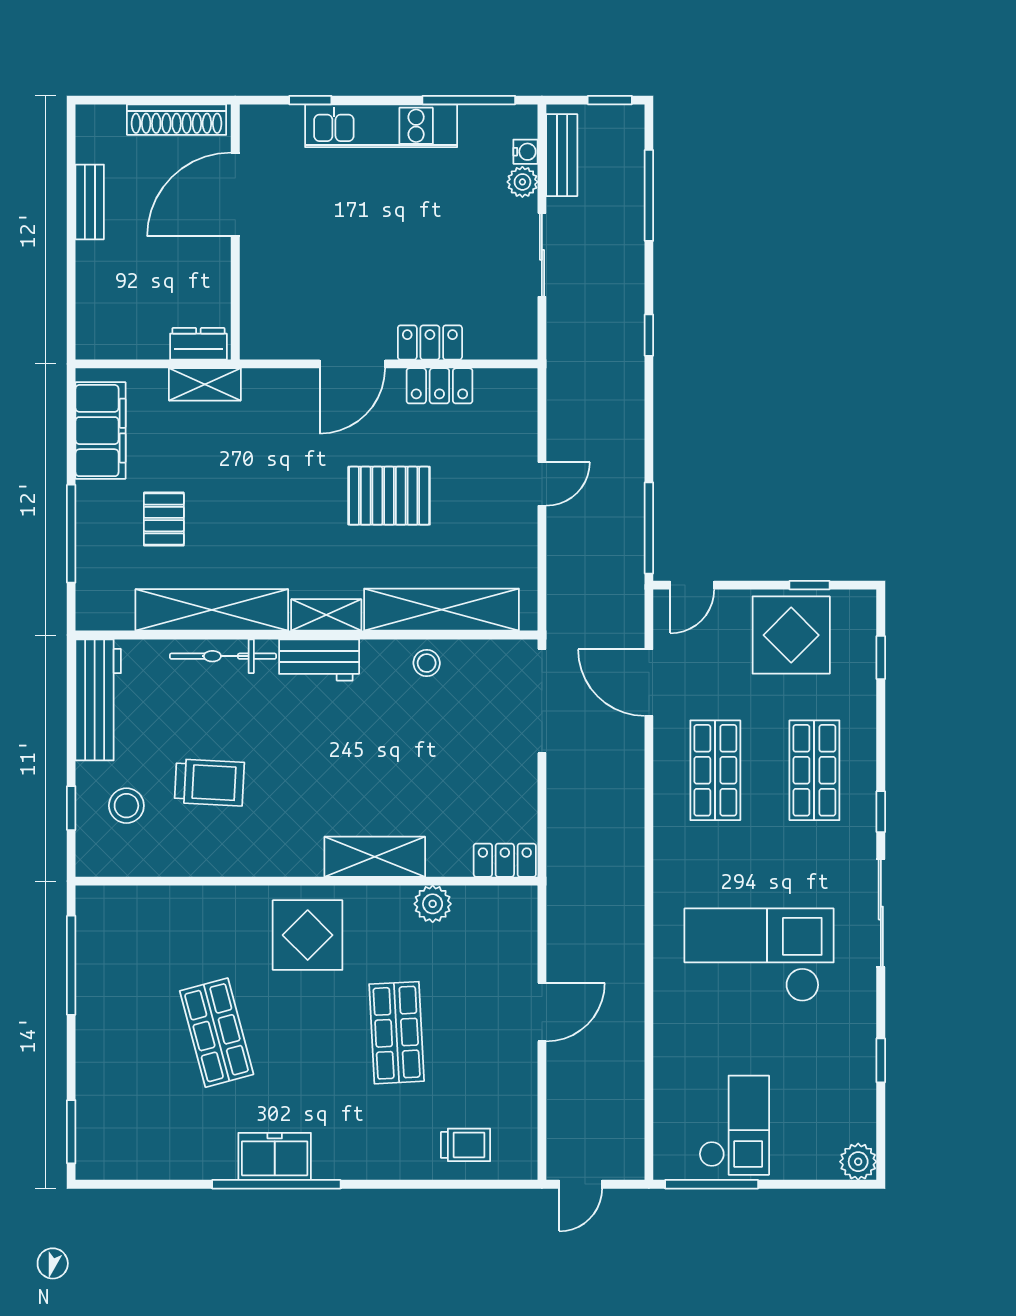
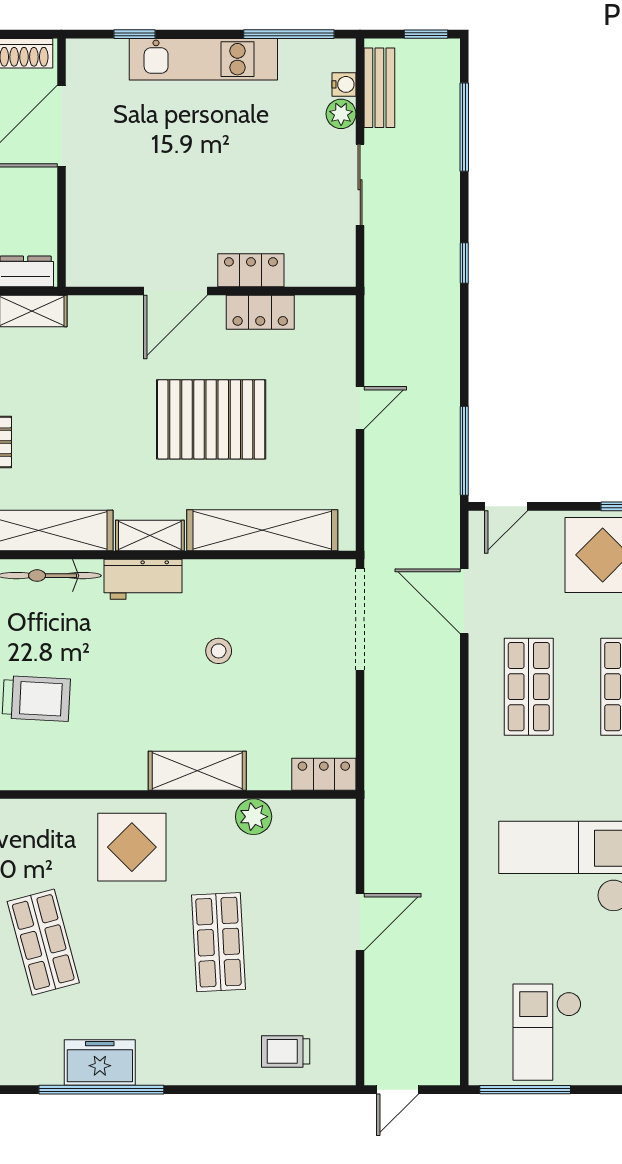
pallet: (389, 496) -> (211, 419), width x1.37, depth x1.41
stool: (427, 663) -> (219, 651), moved
checkout: (734, 1125) -> (547, 1032), turned 180
trolley: (466, 1145) -> (286, 1051), turned 180

